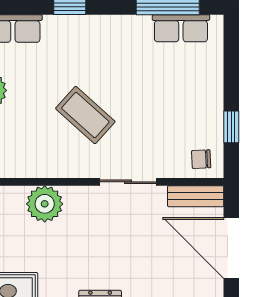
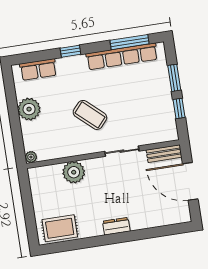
row of seats: (181, 28) -> (122, 56), width x2.02
window: (231, 76) -> (174, 78), added
chair: (201, 159) -> (164, 131), removed

